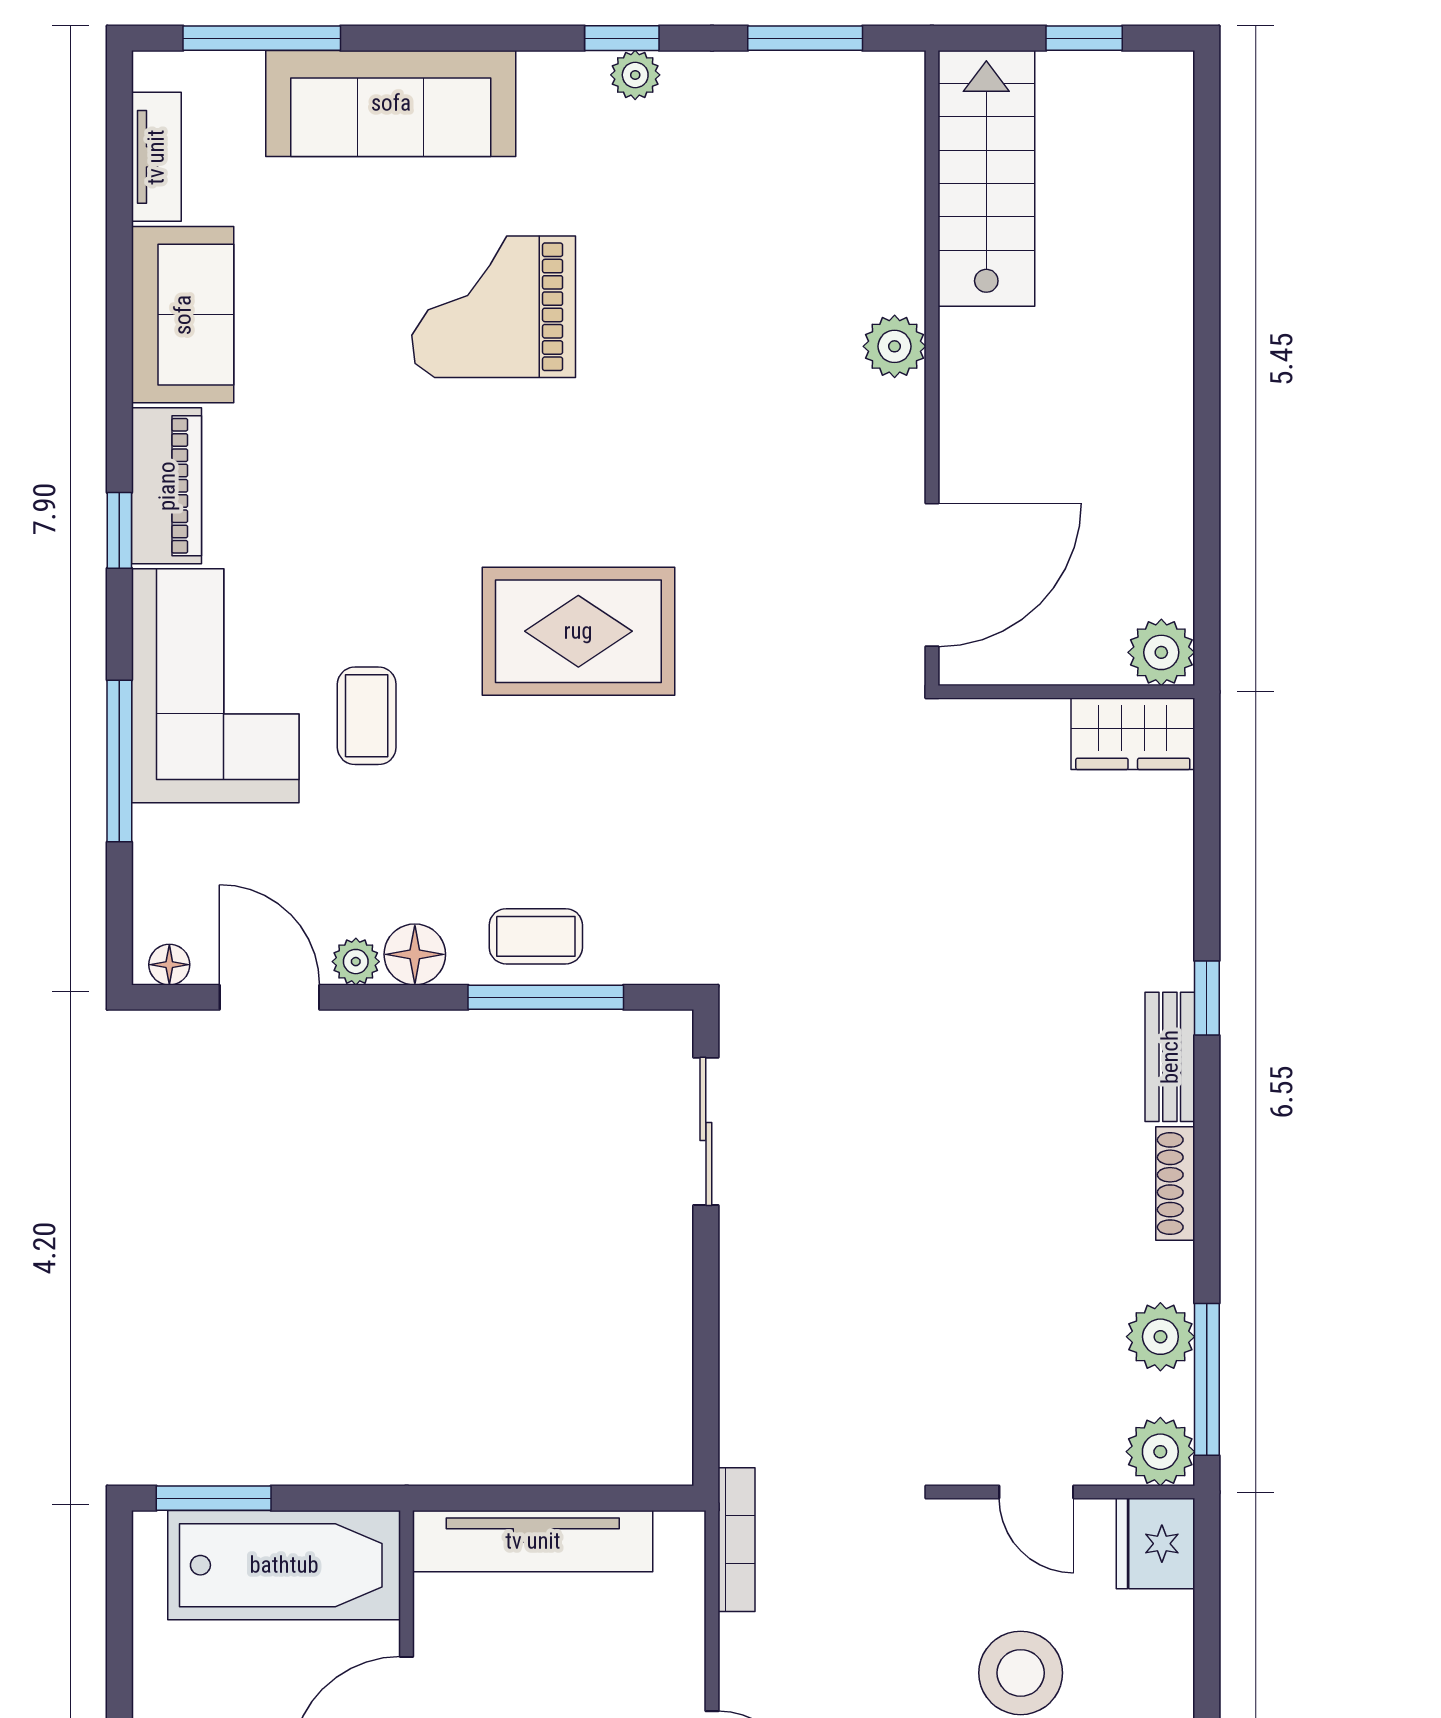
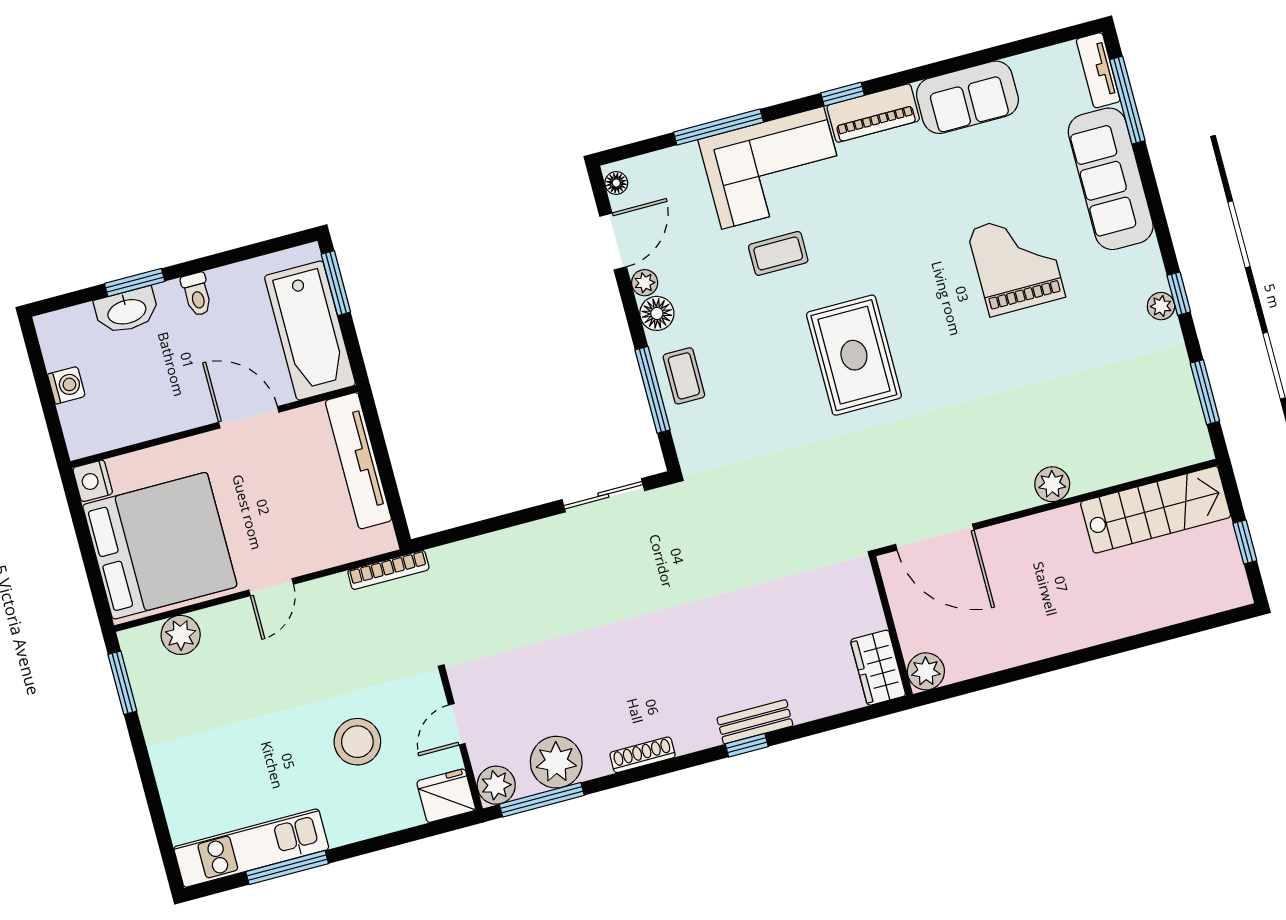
tv unit: (156, 157) -> (1098, 70), moved, turned 90
bench: (1170, 1057) -> (755, 722), moved
plant: (1160, 1337) -> (556, 762), width x1.36, depth x1.36

